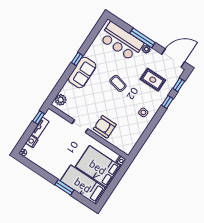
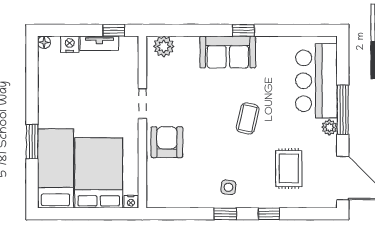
window: (179, 85) -> (225, 214), moved

